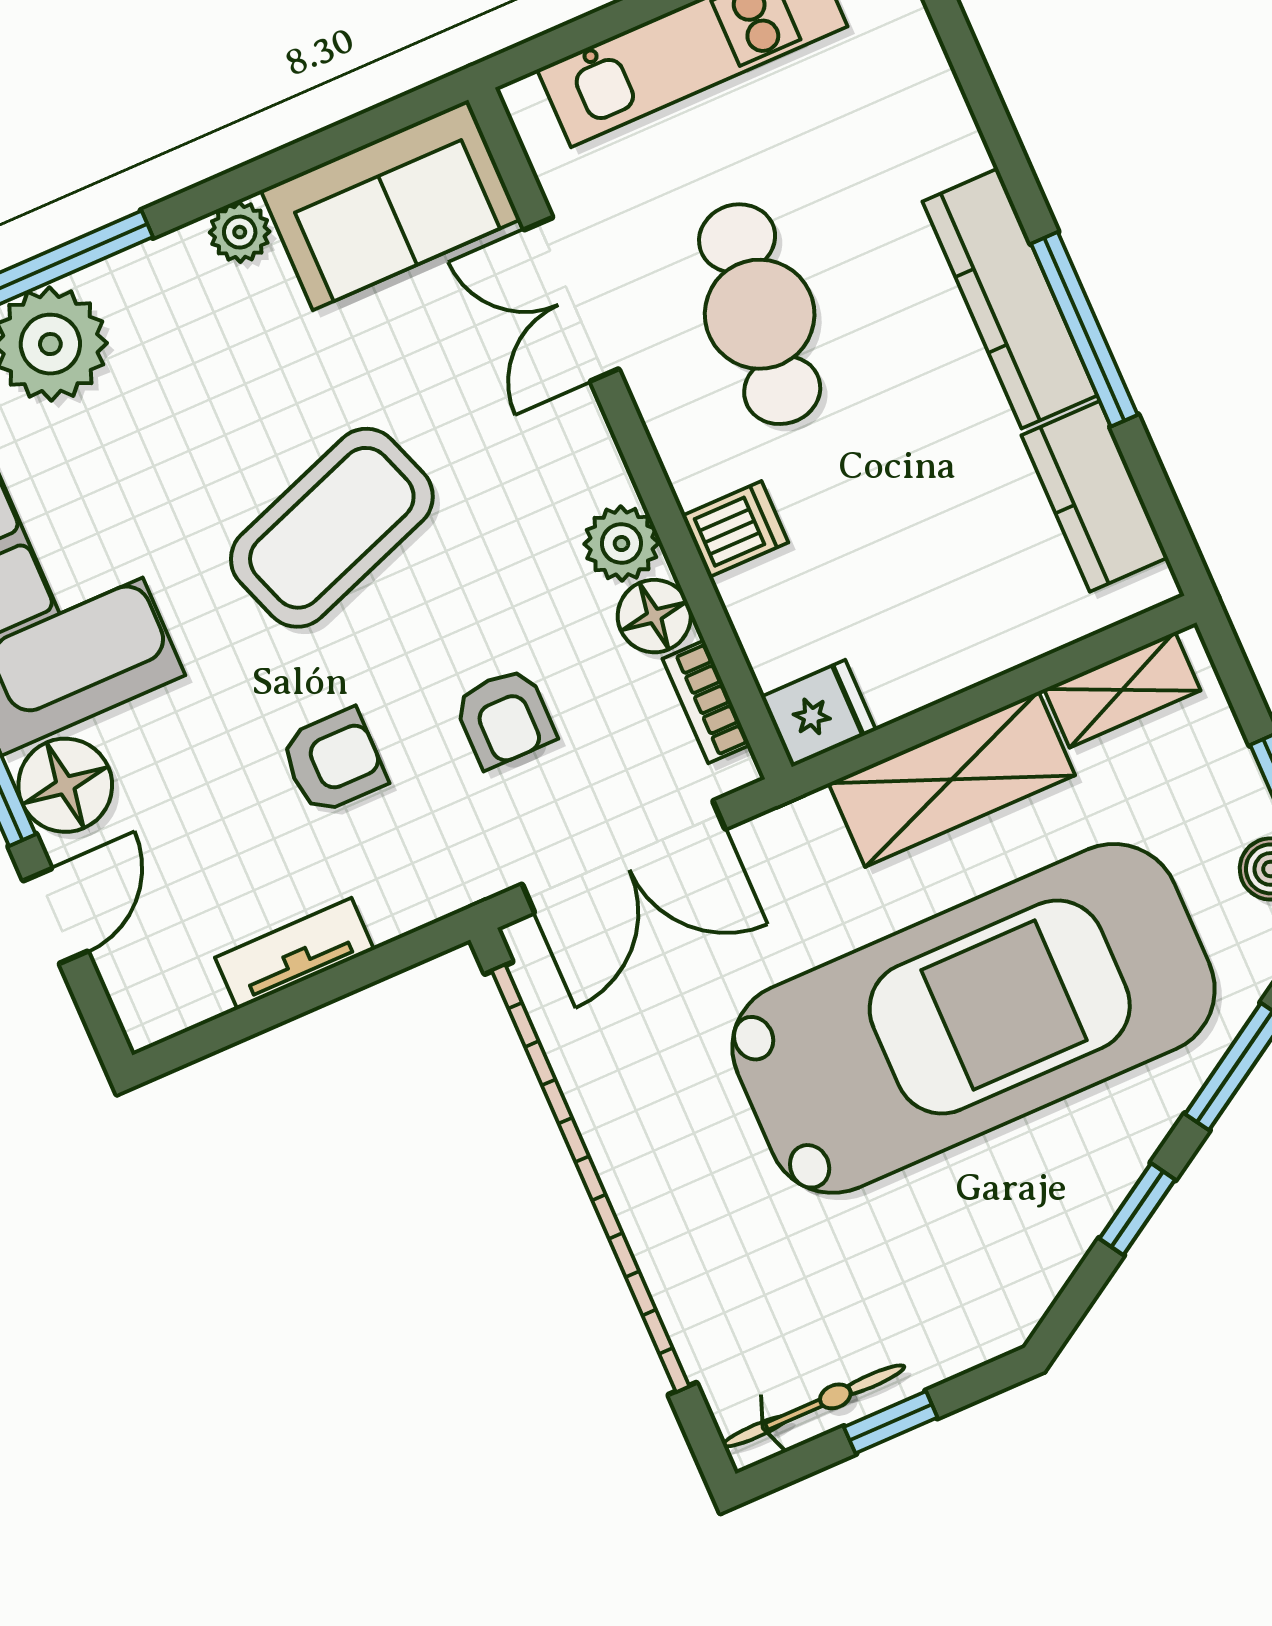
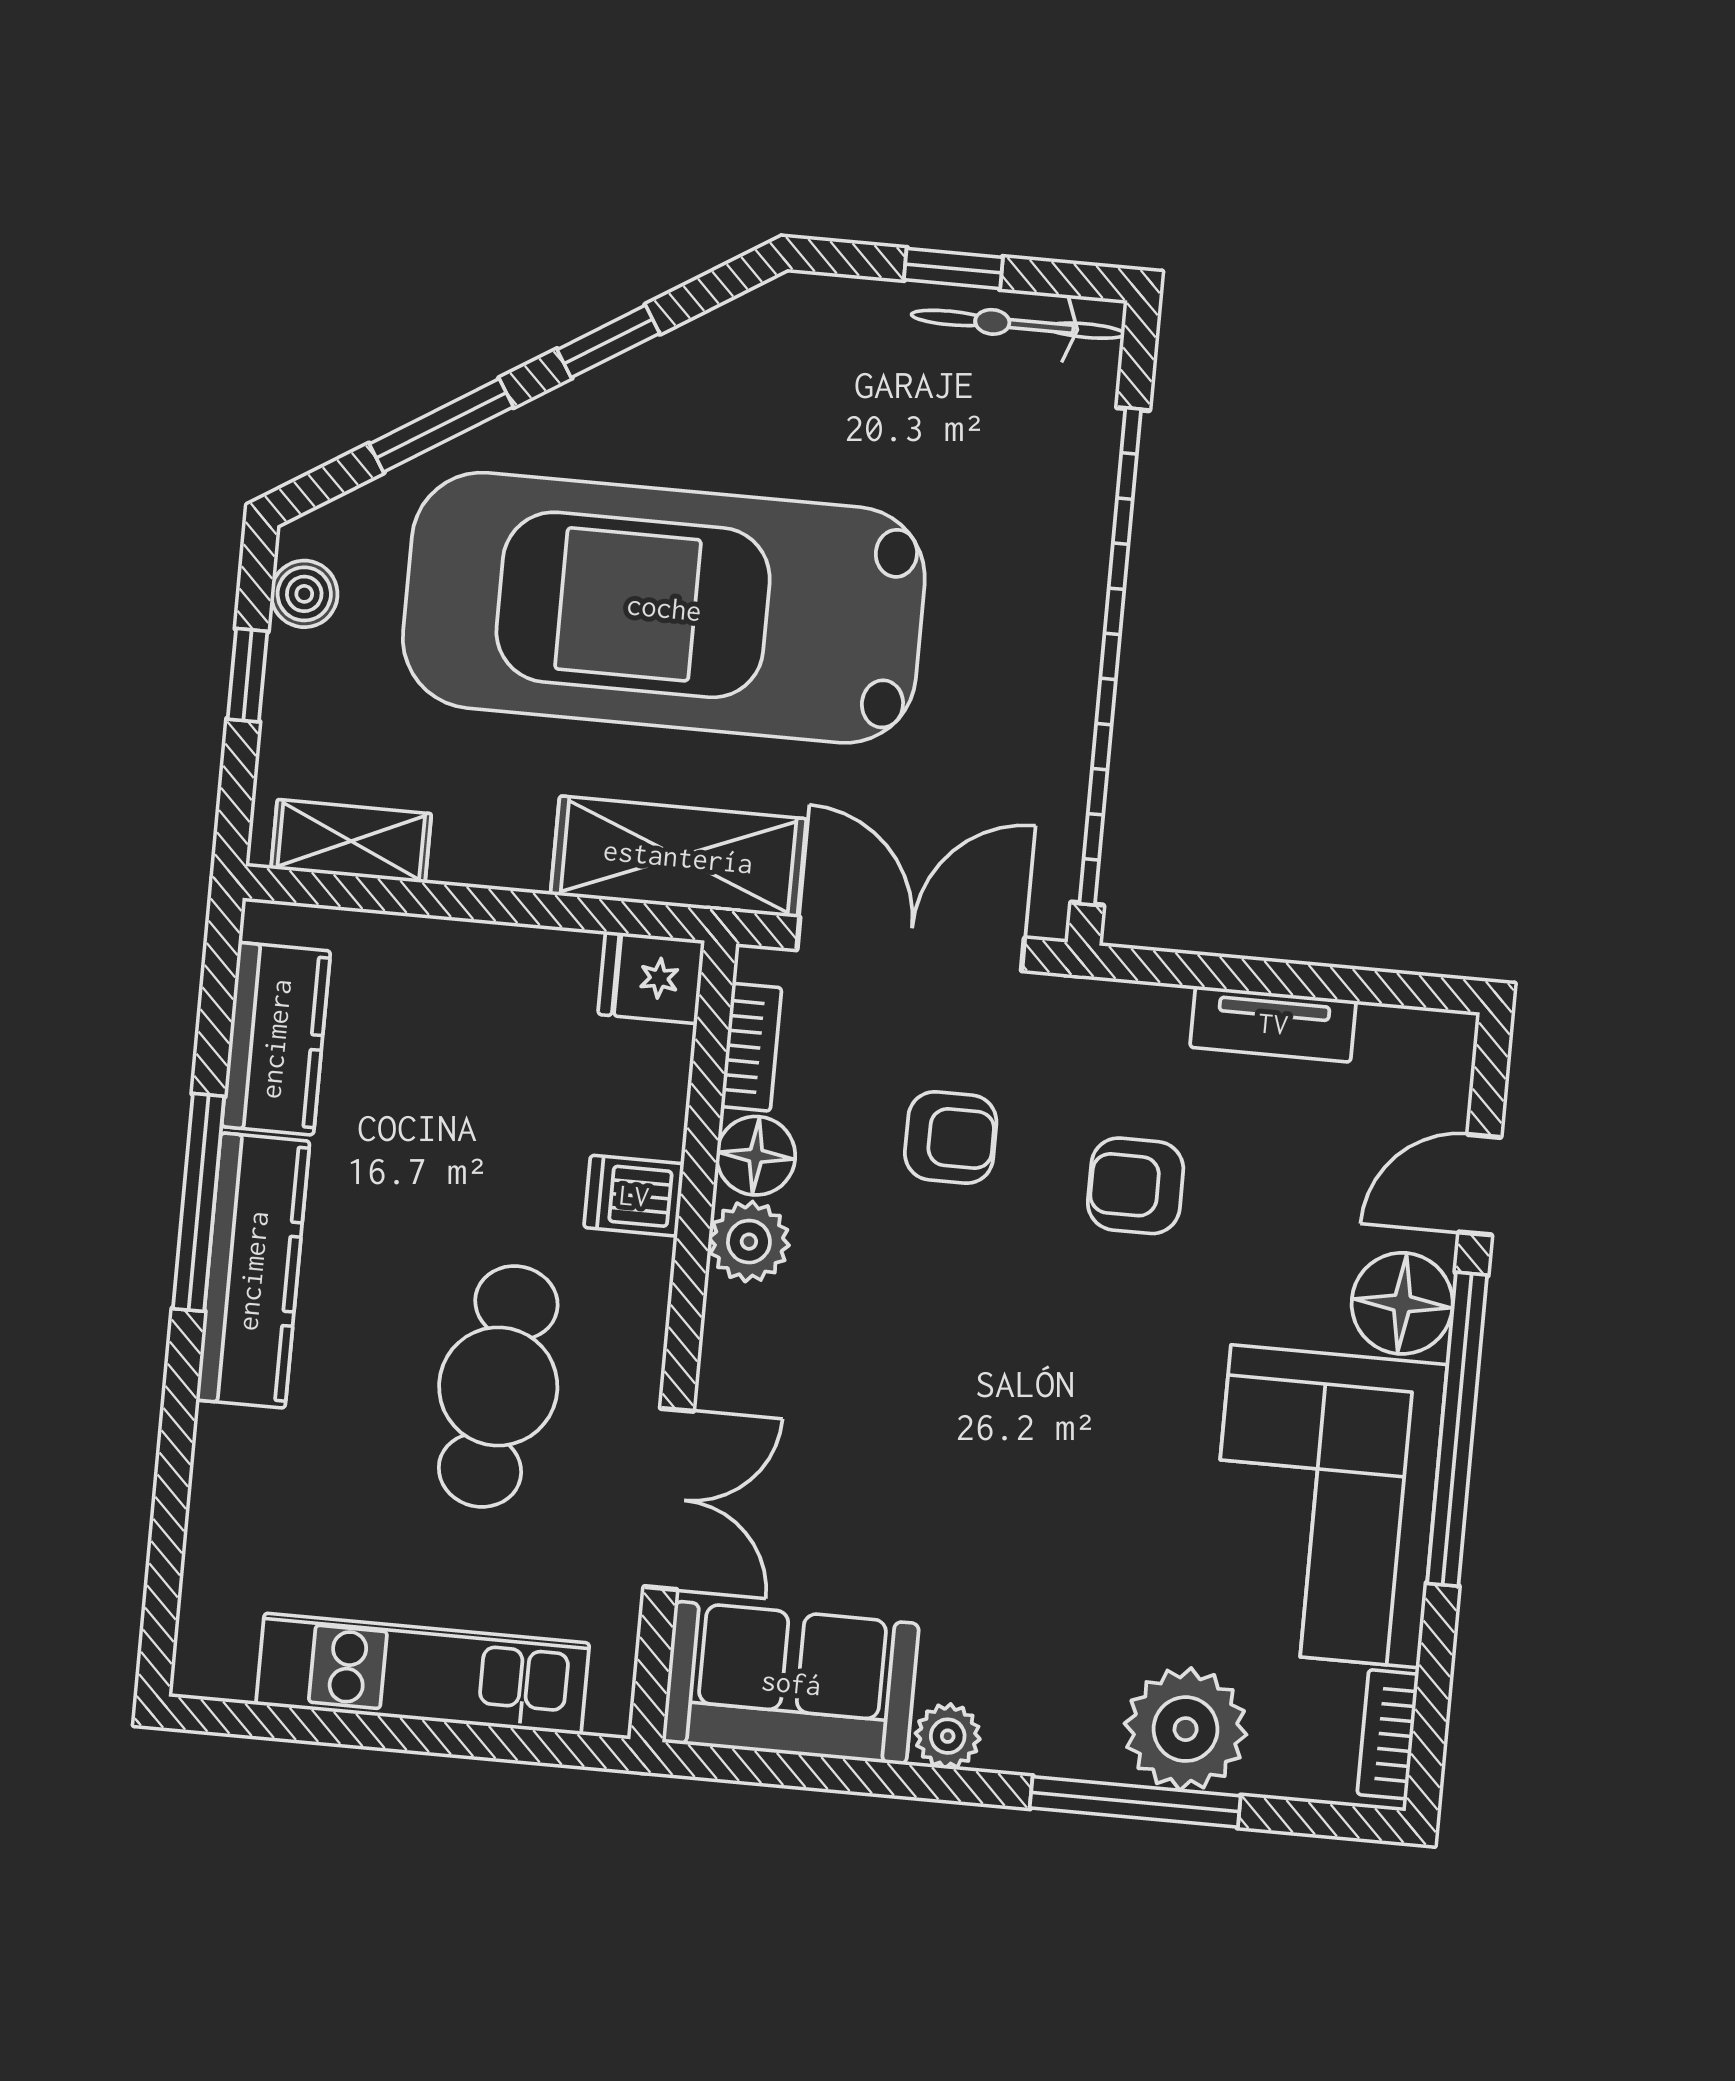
coffee table: (332, 528) -> (1015, 1408), removed
armchair: (505, 718) -> (951, 1138), turned 90
shelving: (952, 779) -> (678, 857), moved

